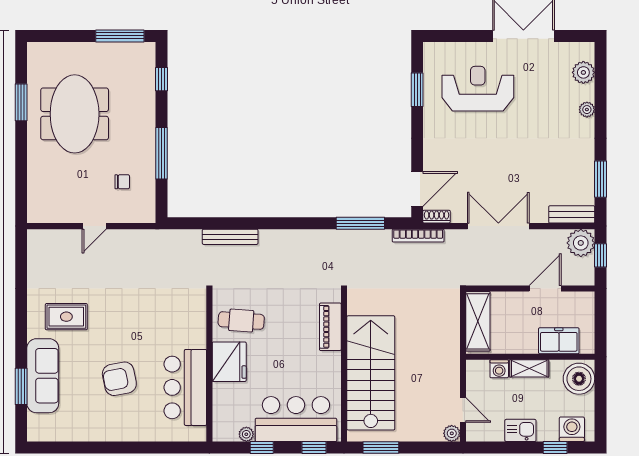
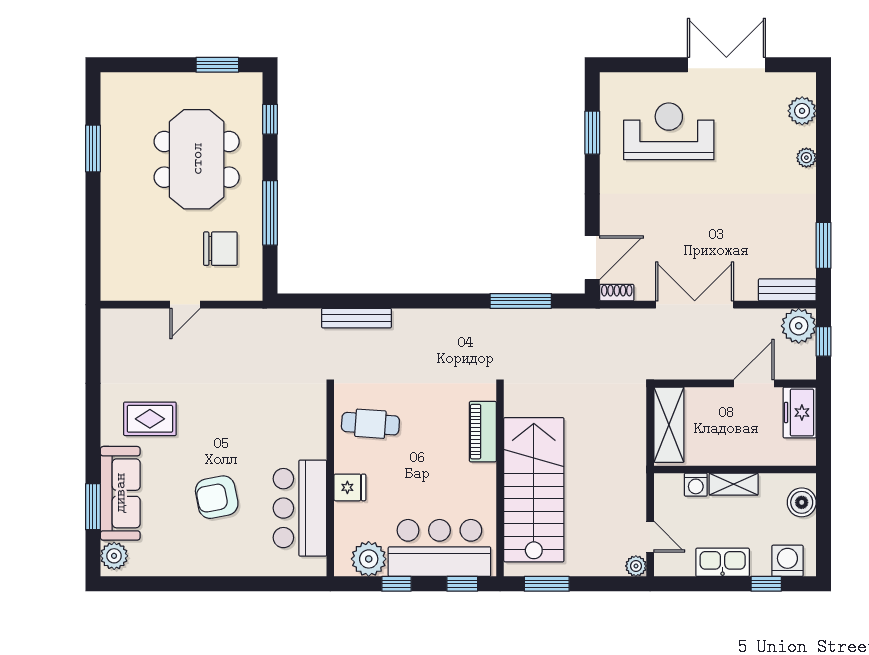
window: (120, 36) -> (217, 65), width x0.69
meeting table: (75, 114) -> (197, 159), moved
chair: (122, 182) -> (220, 249), width x1.87, depth x1.87
bookcase: (418, 236) -> (594, 317), removed
freezer: (559, 341) -> (800, 412), moved, turned -90
fridge: (229, 362) -> (350, 487), width x0.53, depth x0.75
boiler: (579, 379) -> (802, 502), width x0.73, depth x0.73
plant: (38, 425) -> (114, 556), added
kitchen sink: (520, 430) -> (723, 562), width x1.38
plant: (246, 434) -> (369, 559), width x1.88, depth x1.88

